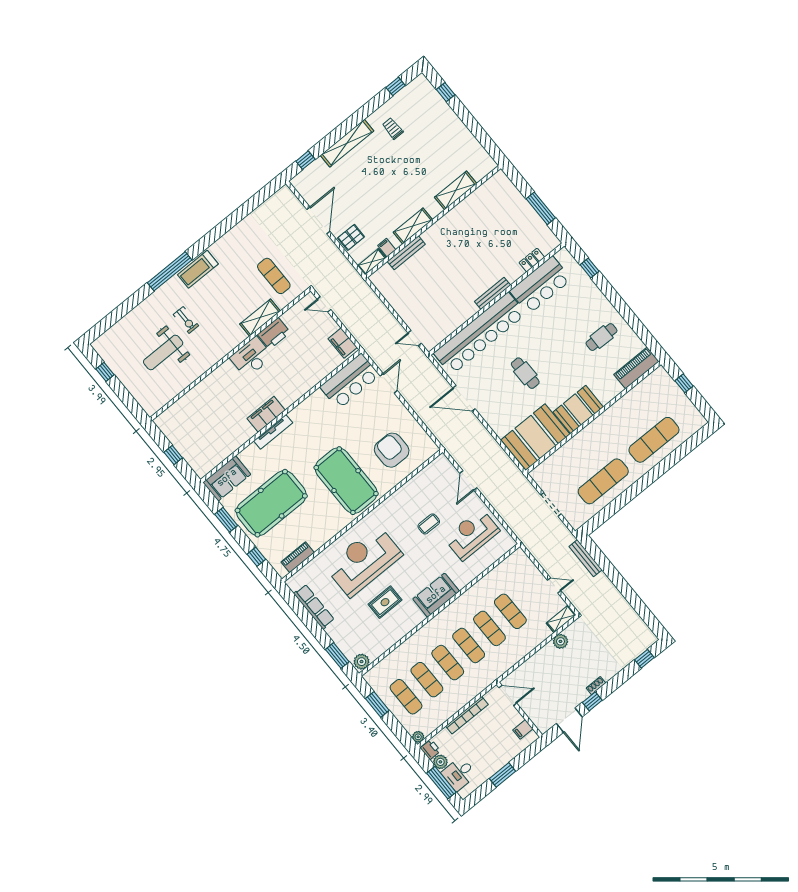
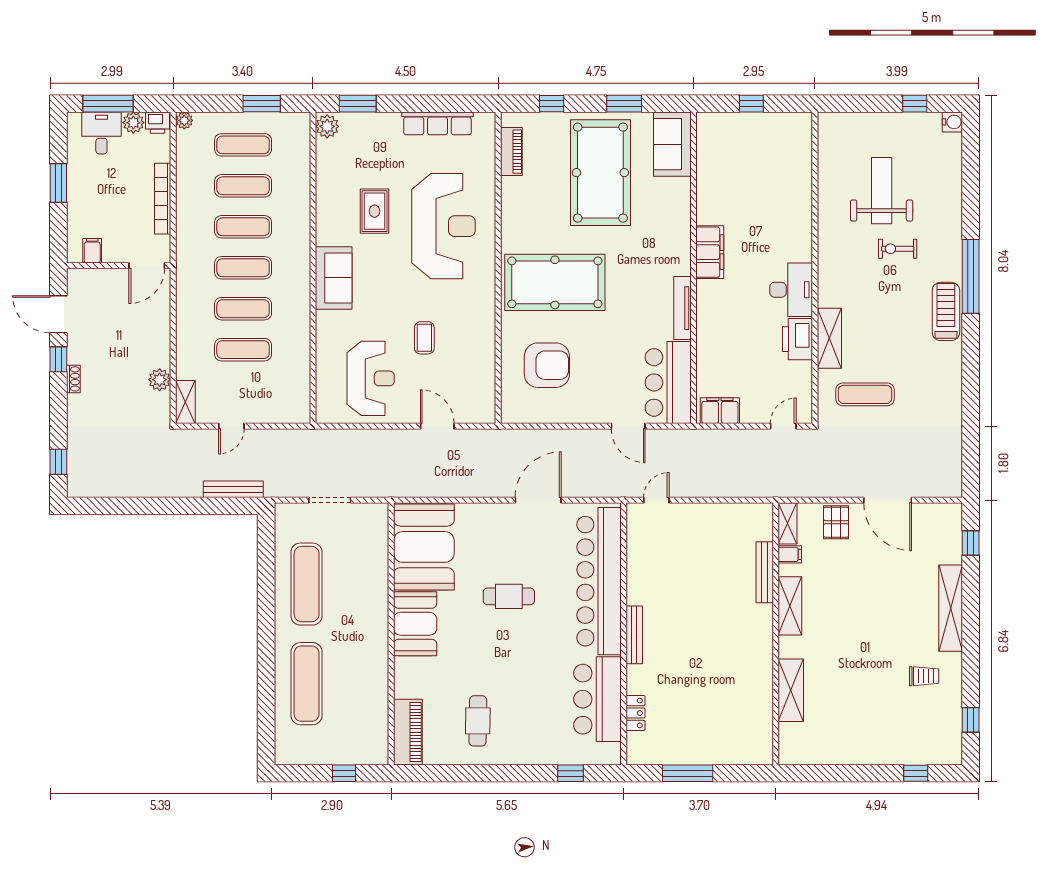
water cooler: (99, 345) -> (952, 122), added
tv unit: (273, 432) -> (682, 308), moved

